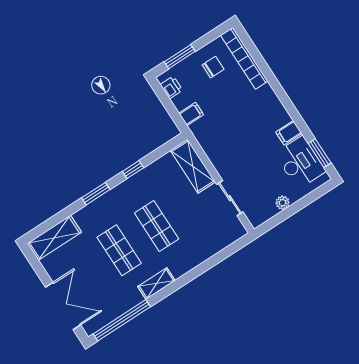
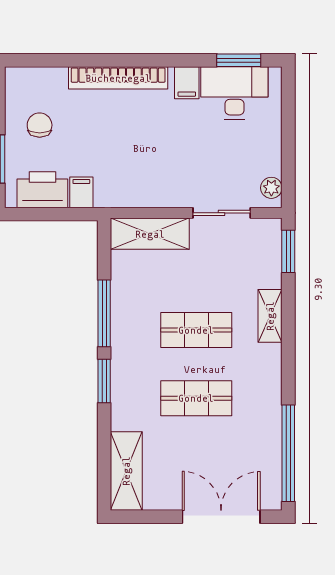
bookcase: (244, 58) -> (118, 78), moved
printer: (171, 87) -> (42, 190), width x1.87, depth x1.48
window: (133, 170) -> (104, 313), width x2.17
plant: (283, 203) -> (271, 188), moved
window: (232, 248) -> (288, 251), added
shelving: (156, 284) -> (270, 316), moved

